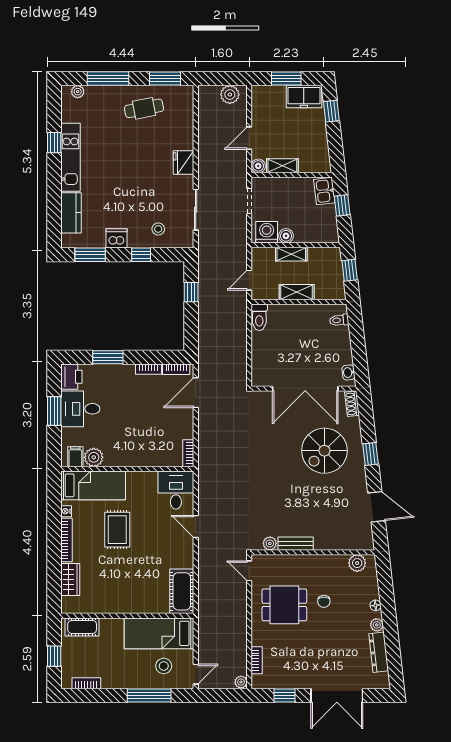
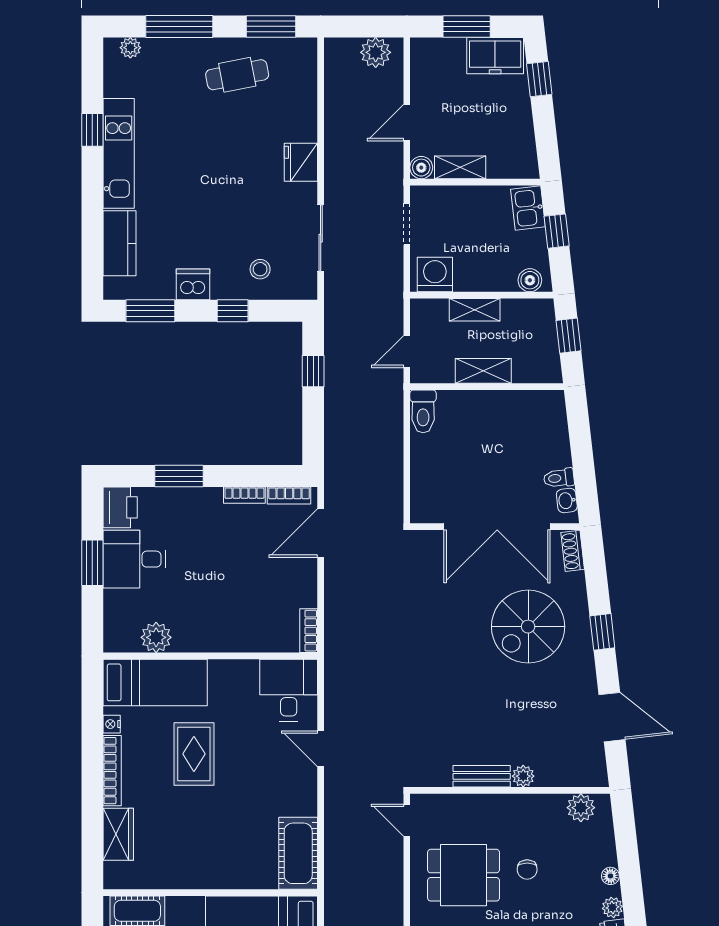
boiler: (286, 236) -> (530, 280), moved
toilet: (339, 320) -> (559, 478), moved
filing cabinet: (75, 457) -> (127, 636), removed
plant: (270, 543) -> (523, 776), moved

